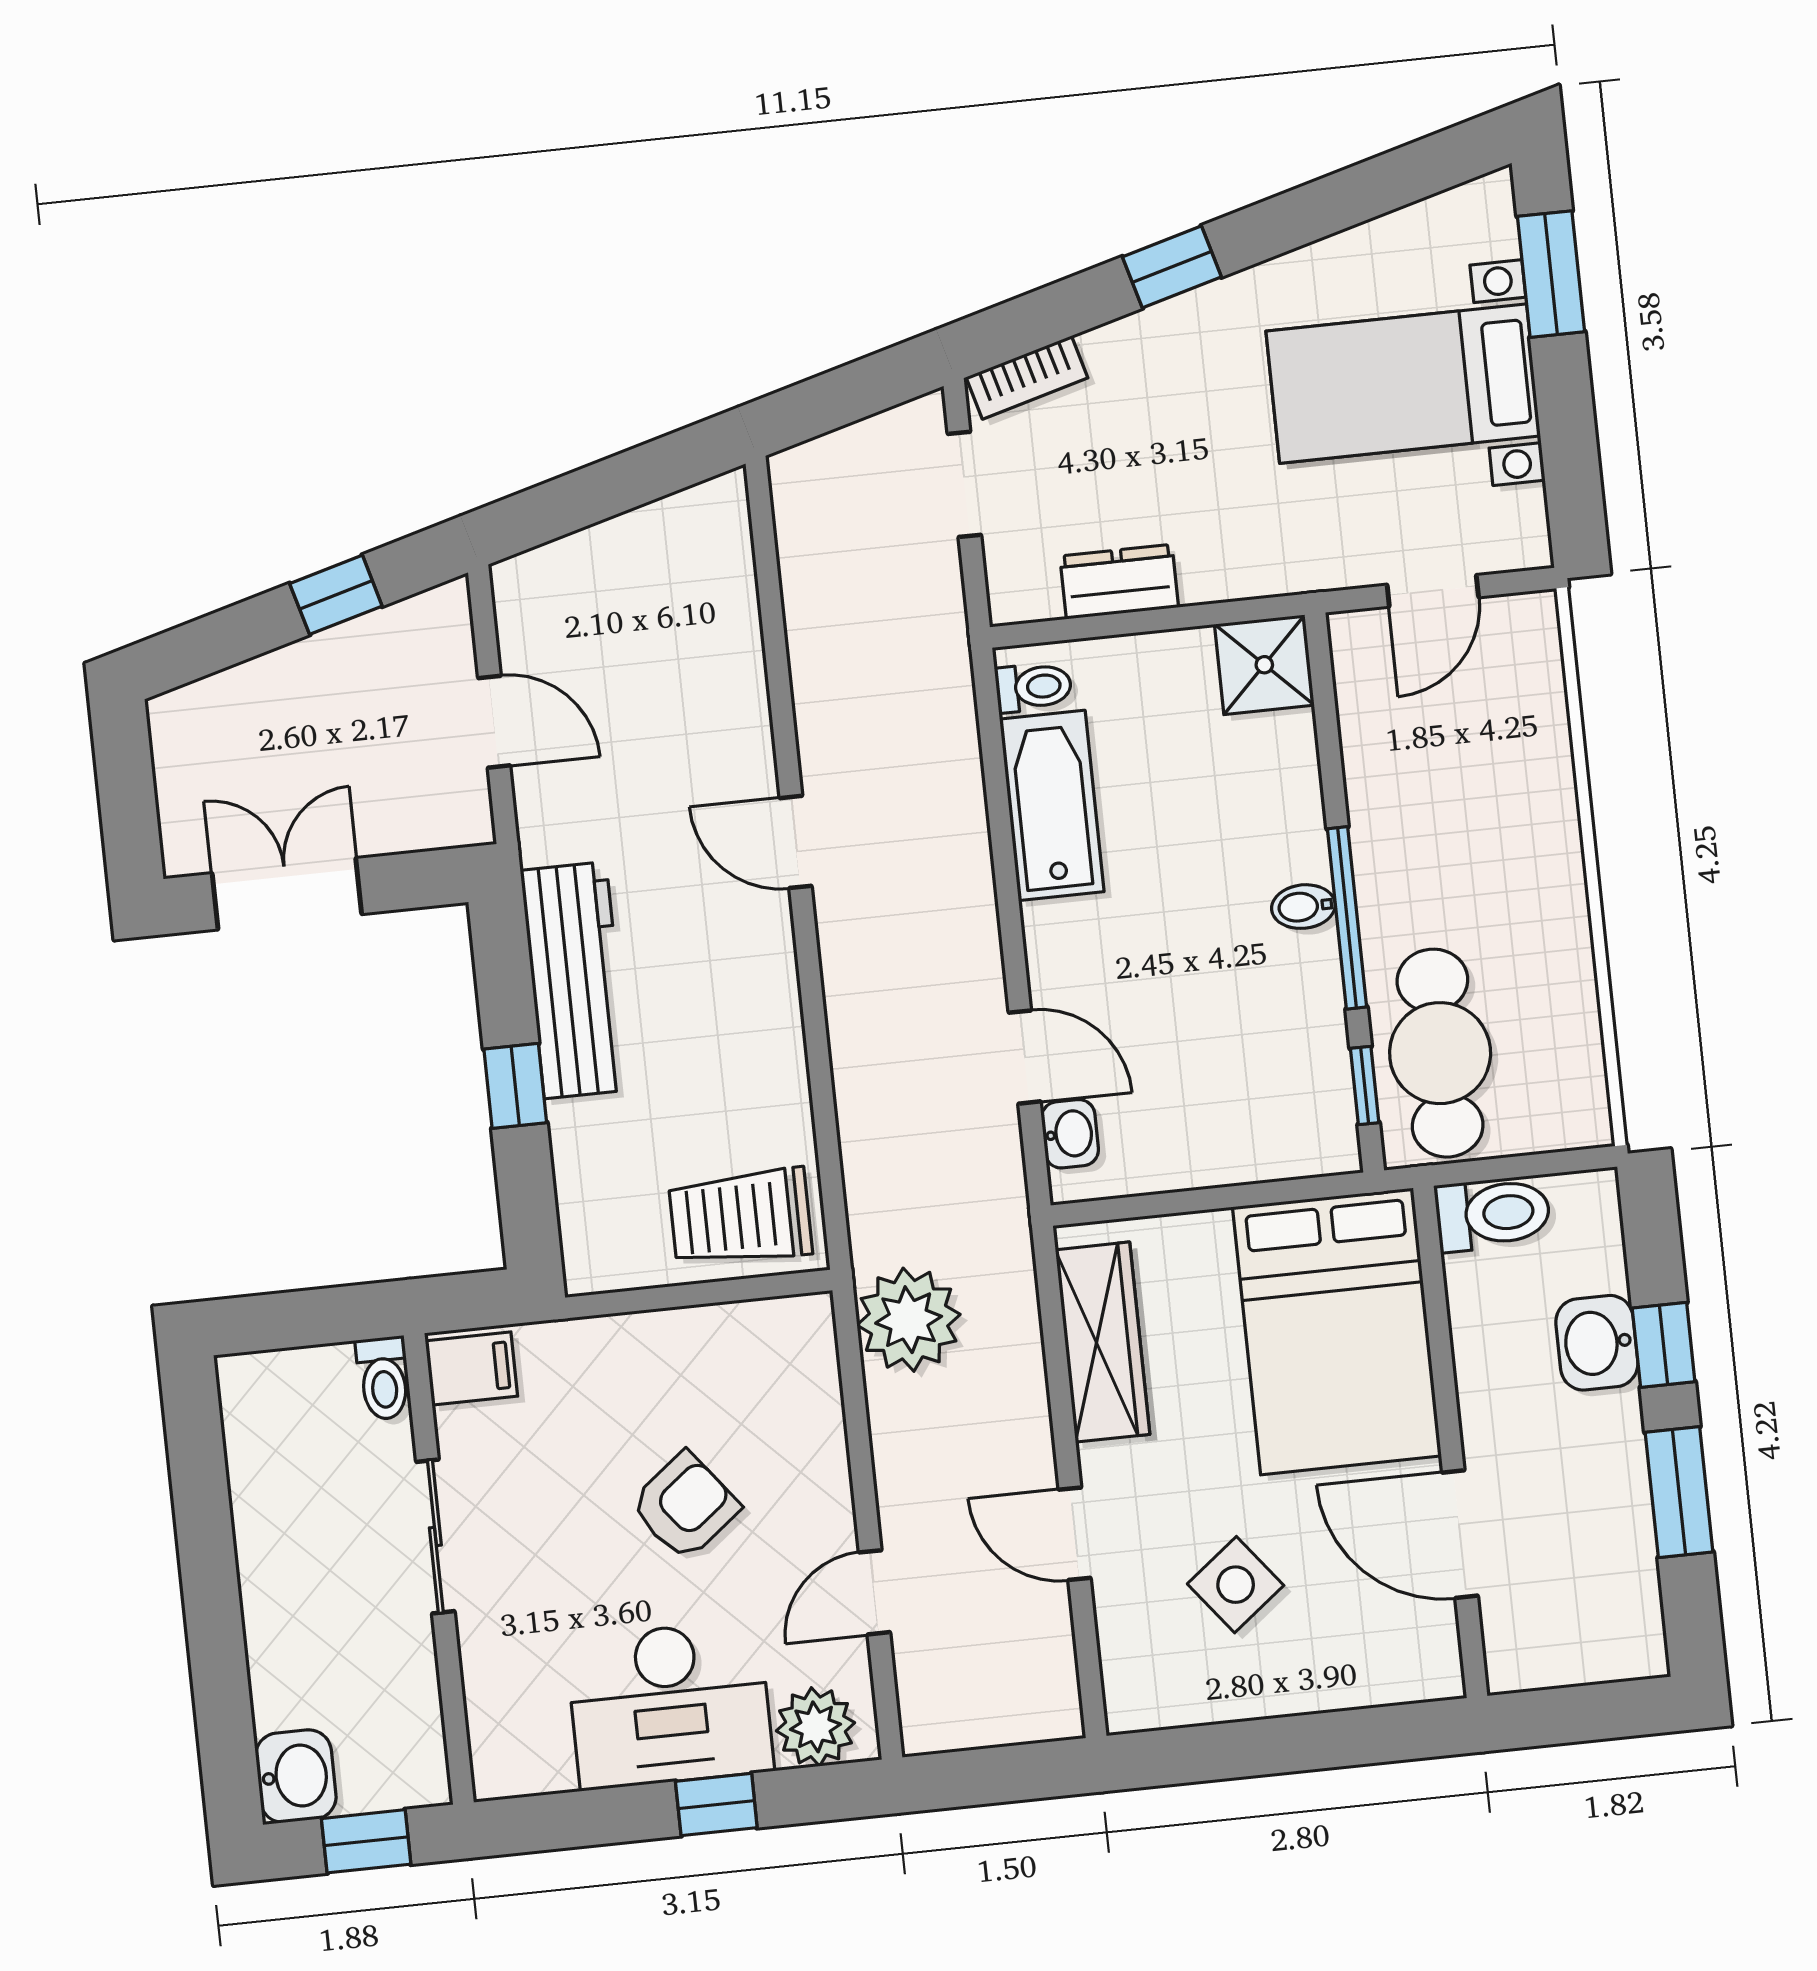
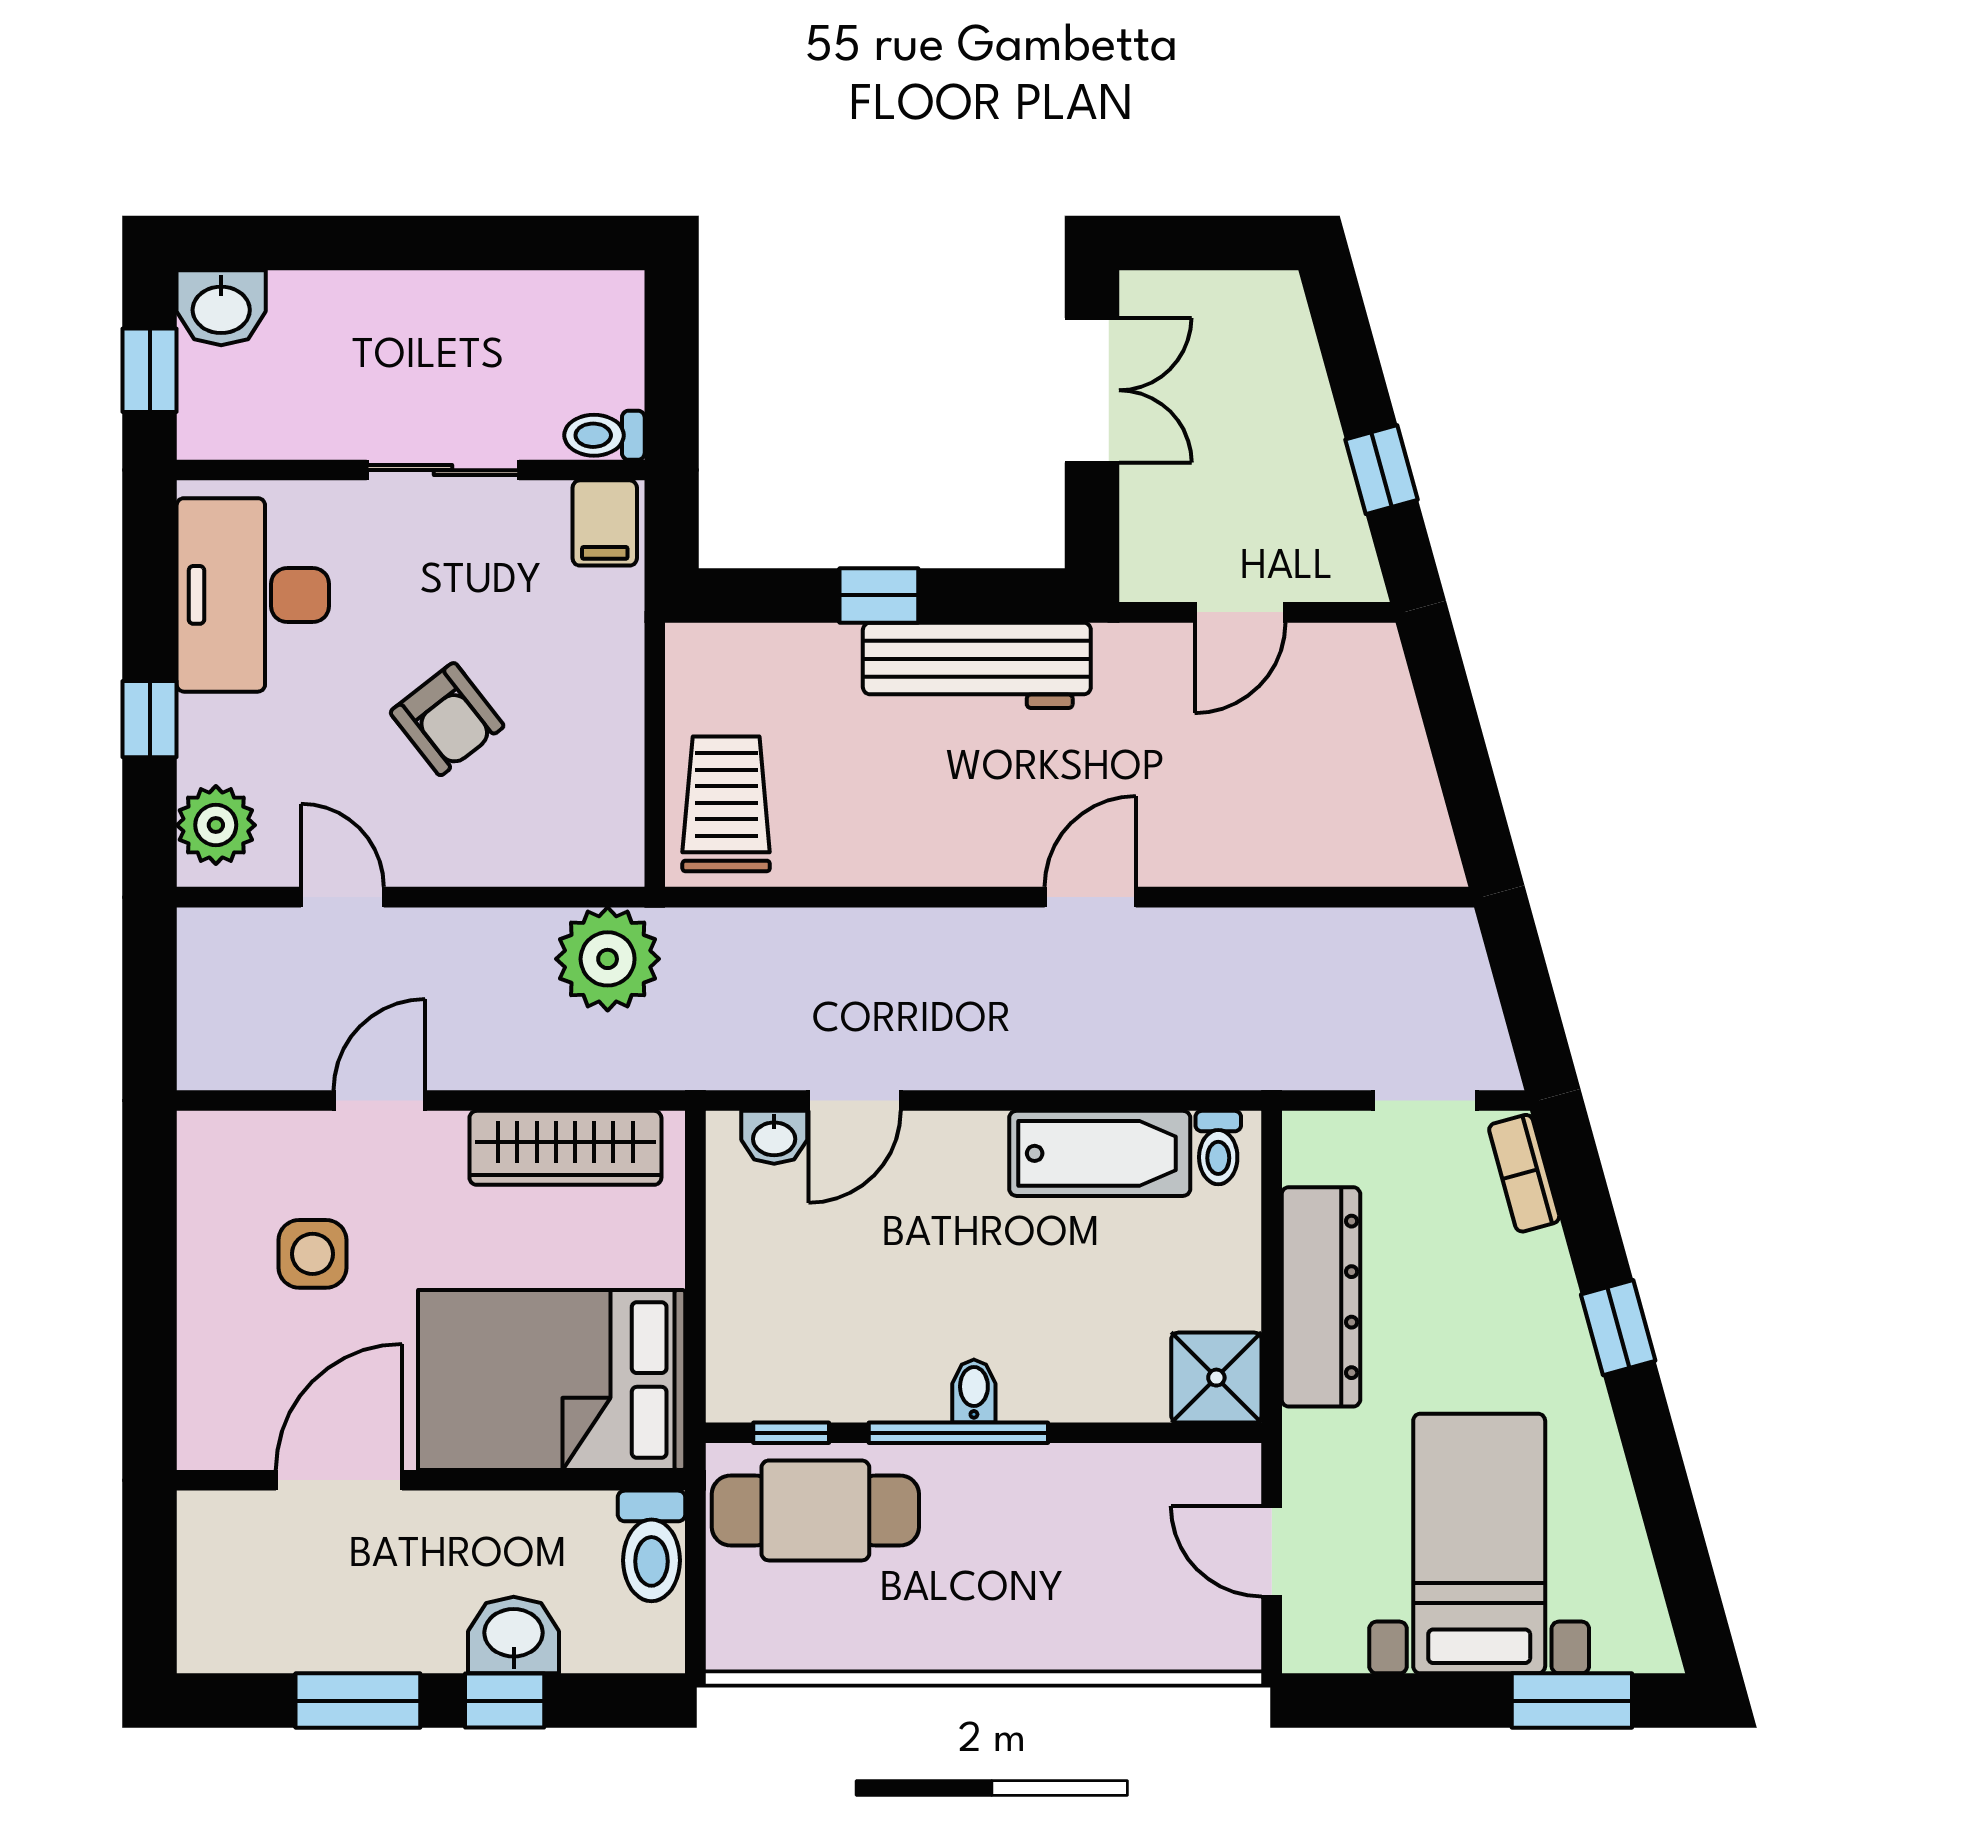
dresser: (1119, 582) -> (1321, 1297), width x1.96, depth x1.24
side table: (1236, 1585) -> (313, 1254), turned 38
desk: (670, 1705) -> (253, 595), moved

